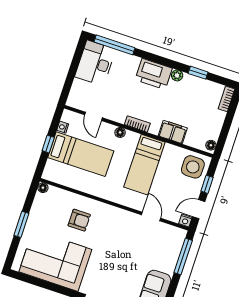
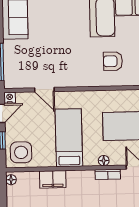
bookcase: (137, 124) -> (108, 174), moved

